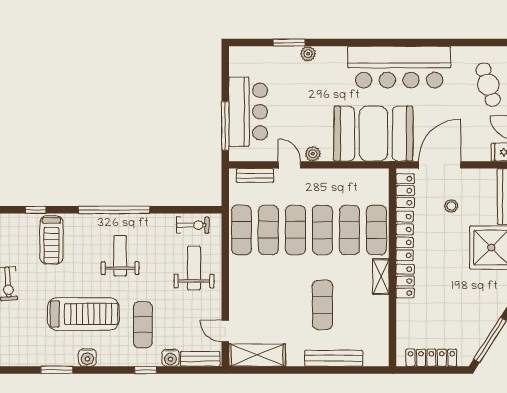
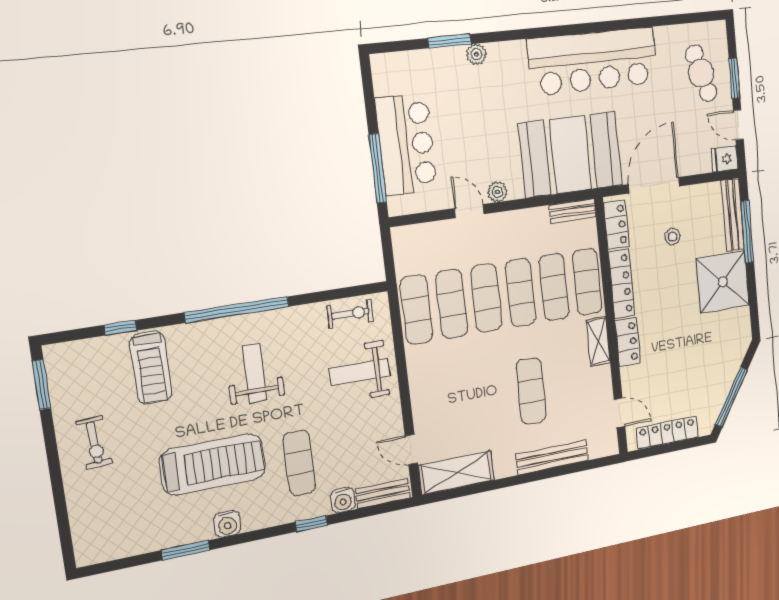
bench: (255, 176) -> (573, 211), moved
weight bench: (194, 268) -> (359, 372), turned -90
door: (393, 335) -> (620, 413), added

